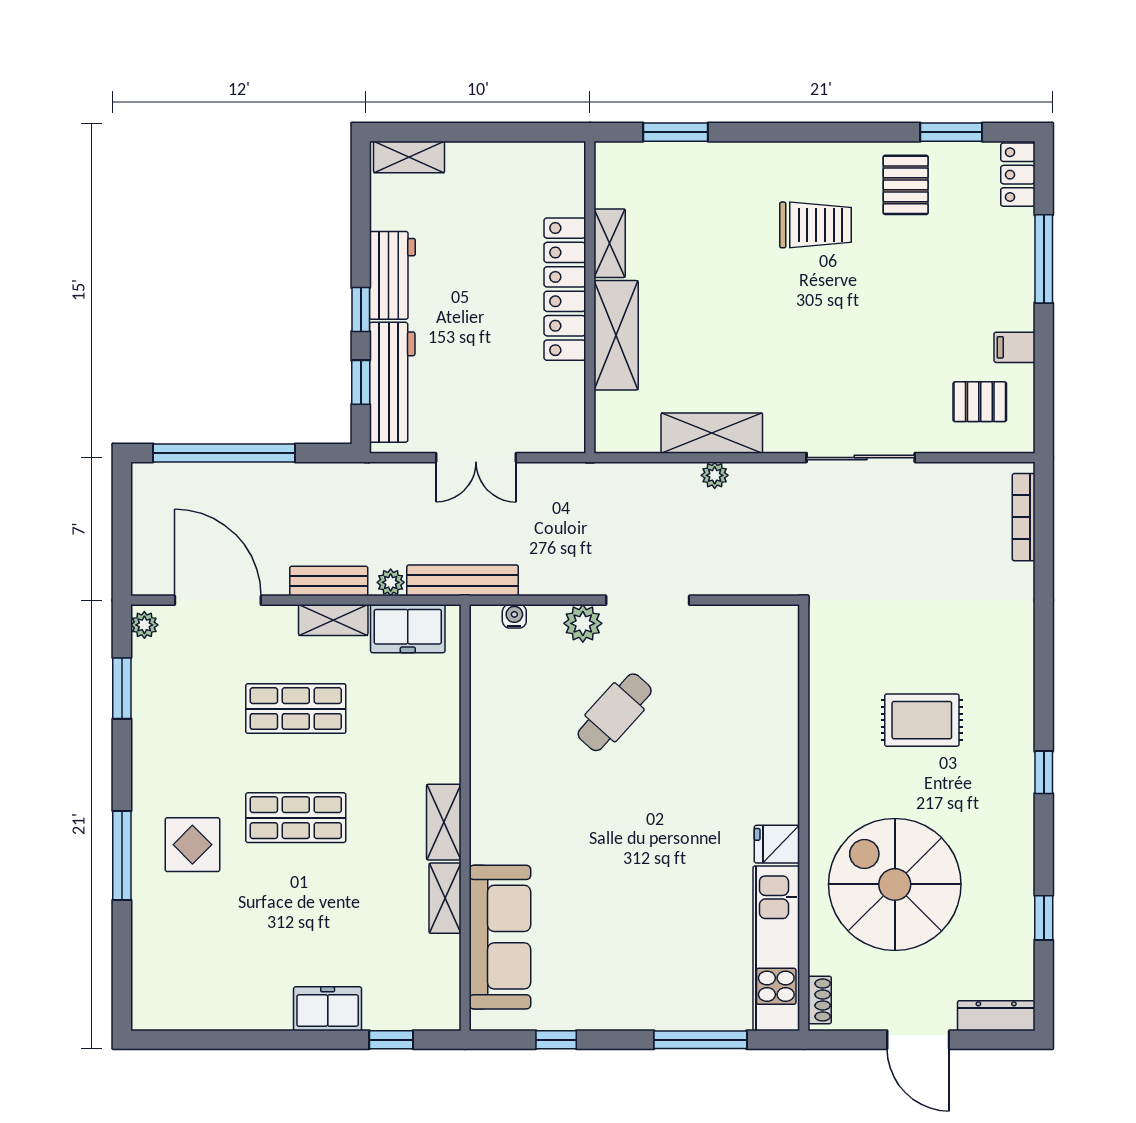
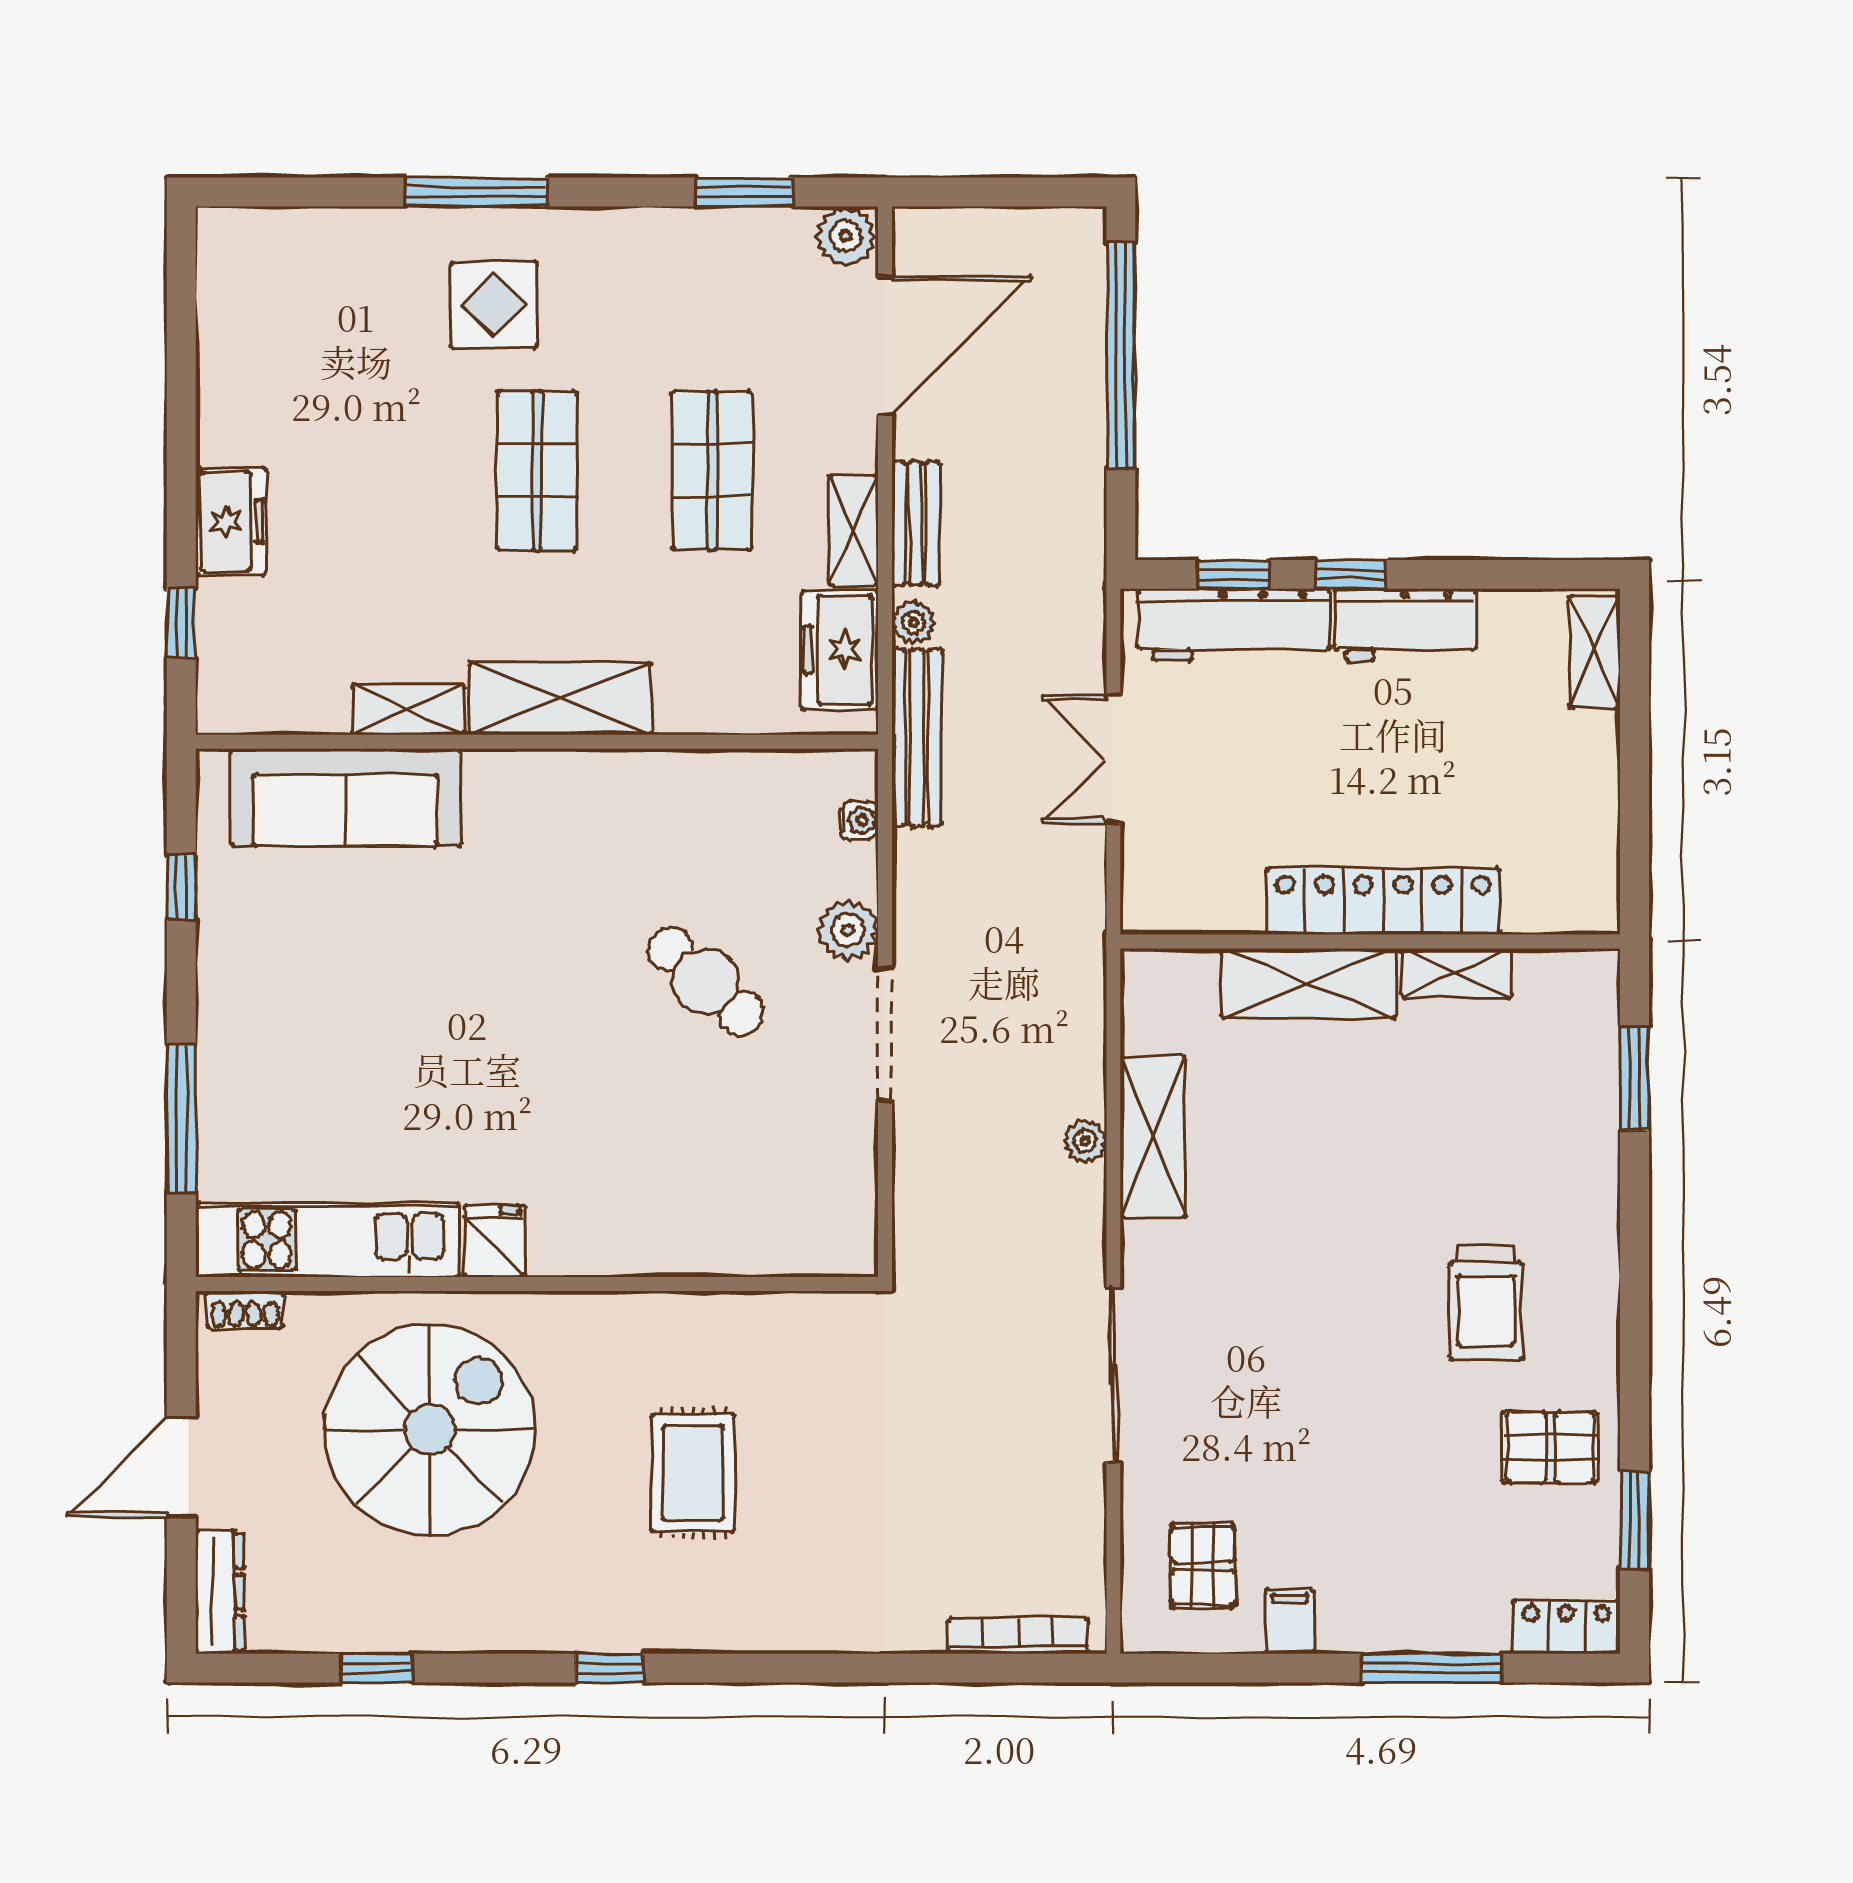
plant: (144, 625) -> (846, 236), width x1.38, depth x1.38
shelving: (444, 822) -> (560, 698), width x1.50, depth x1.33

